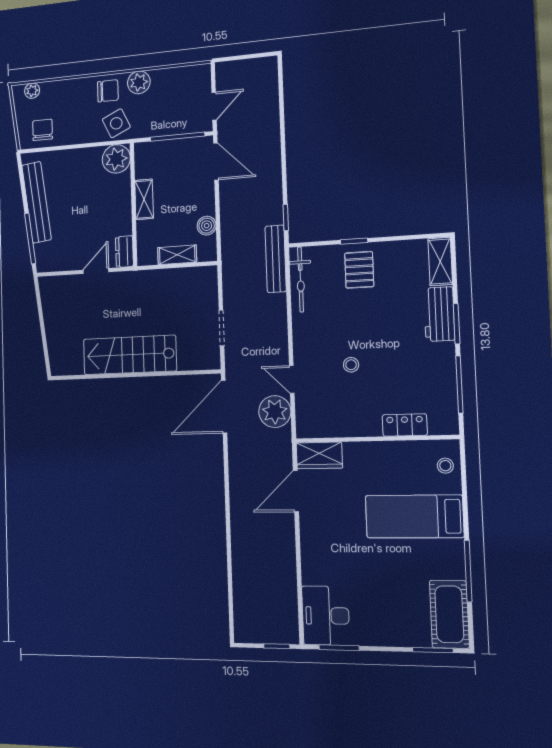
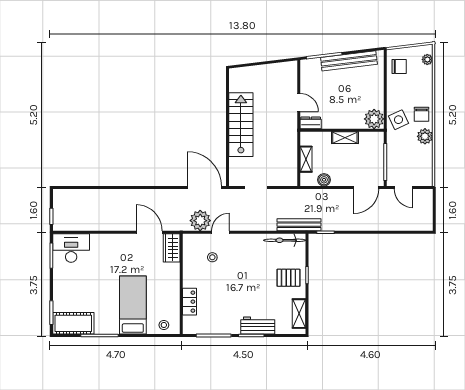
shelving: (440, 262) -> (299, 314), moved, turned 90
stool: (351, 365) -> (212, 257), moved

